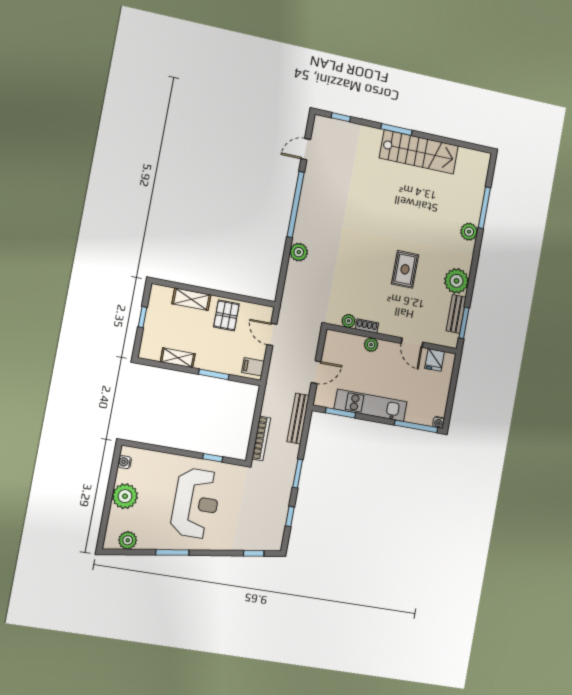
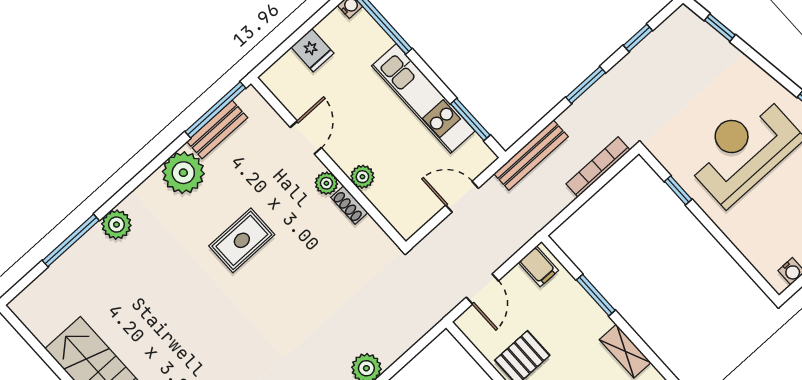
plant: (349, 321) -> (326, 183), moved
window: (464, 323) -> (215, 110), width x1.44
fridge: (435, 360) -> (312, 50), moved, turned 90

